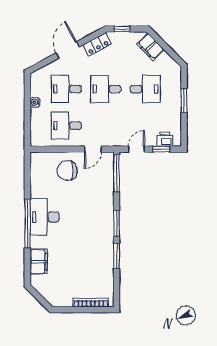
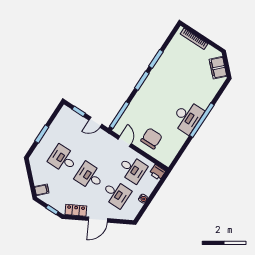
filing cabinet: (150, 47) -> (42, 190), width x0.50
desk: (106, 89) -> (90, 176), turned 180
printer: (165, 139) -> (157, 172), moved
door: (93, 149) -> (125, 141), hinge flipped
chair: (67, 170) -> (152, 138), turned -90
filing cabinet: (39, 262) -> (218, 68), moved, turned -45

